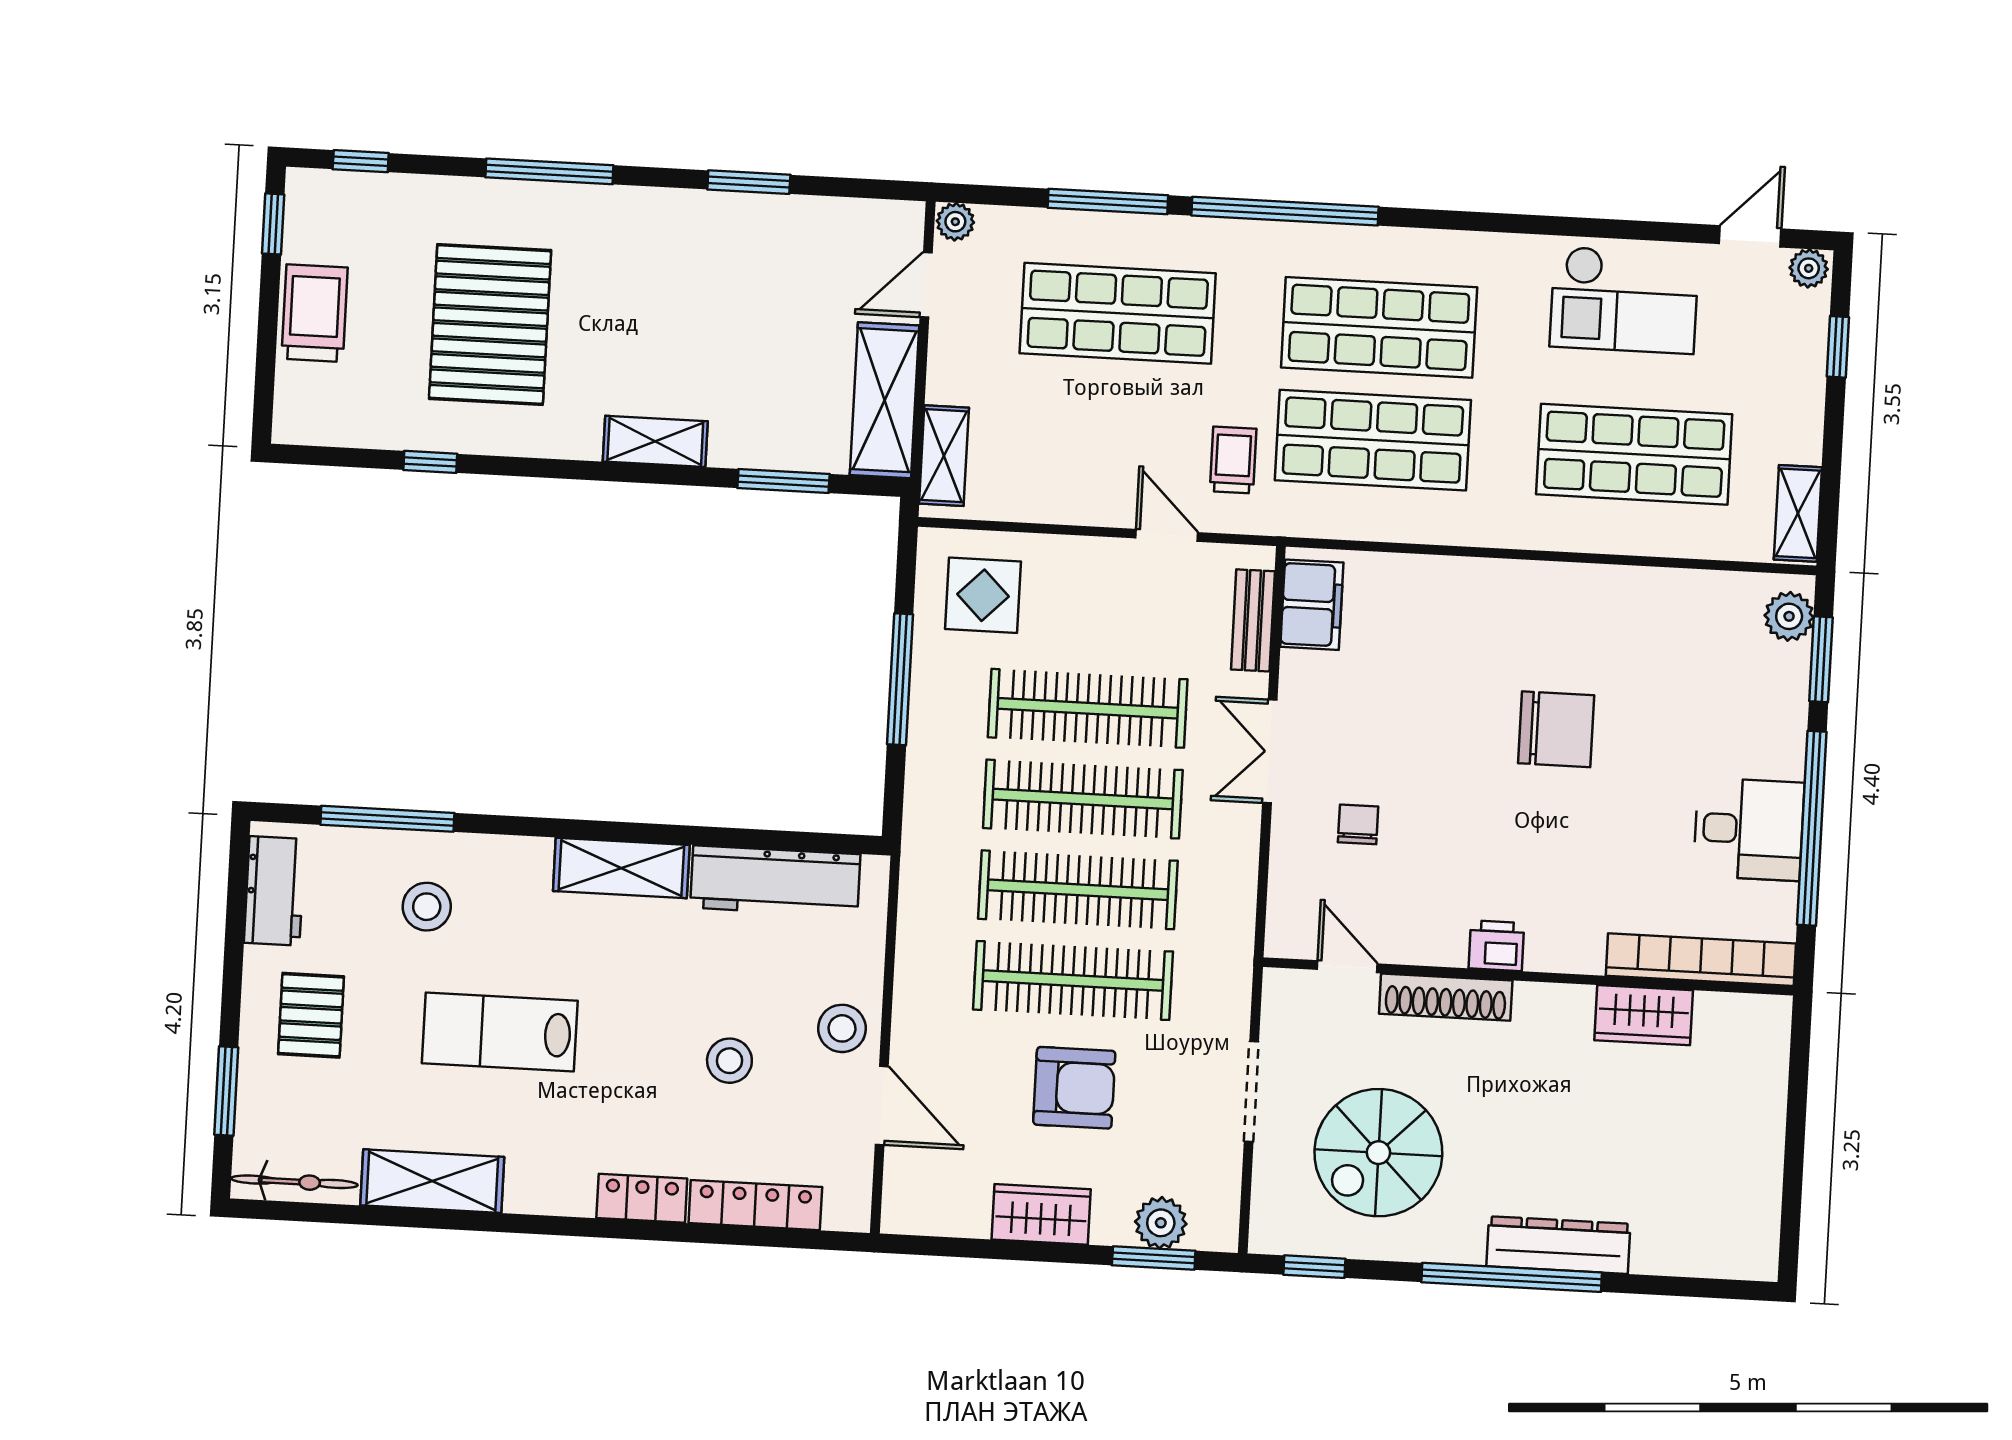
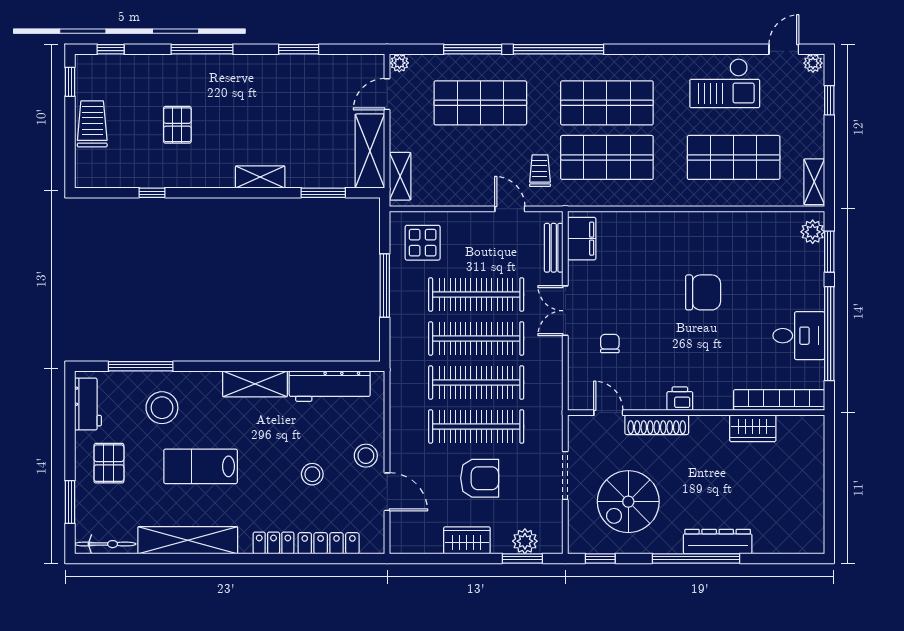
pallet: (490, 325) -> (177, 125), width x0.49, depth x0.50
stool: (427, 907) -> (162, 408), width x1.38, depth x1.38
shelving: (432, 1181) -> (188, 540), width x1.47

